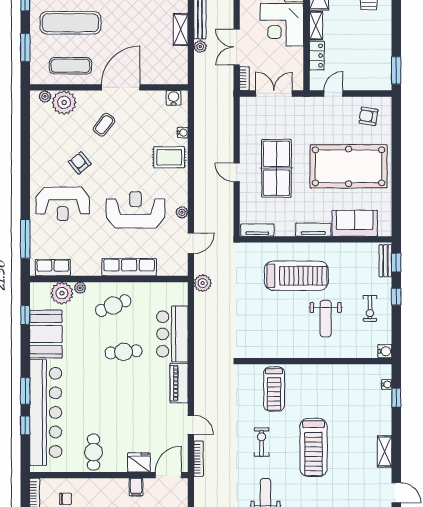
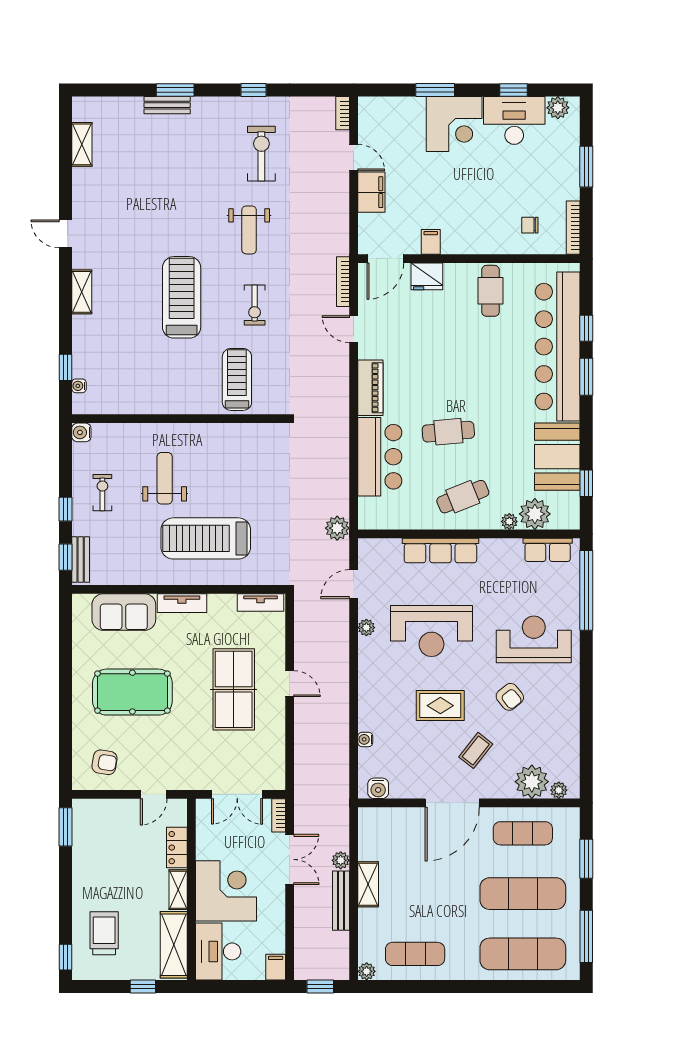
rug: (169, 157) -> (440, 706), moved
pool table: (349, 166) -> (132, 692), width x0.73, depth x0.76
window: (25, 239) -> (586, 590), width x1.46

